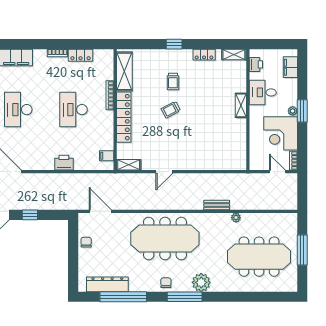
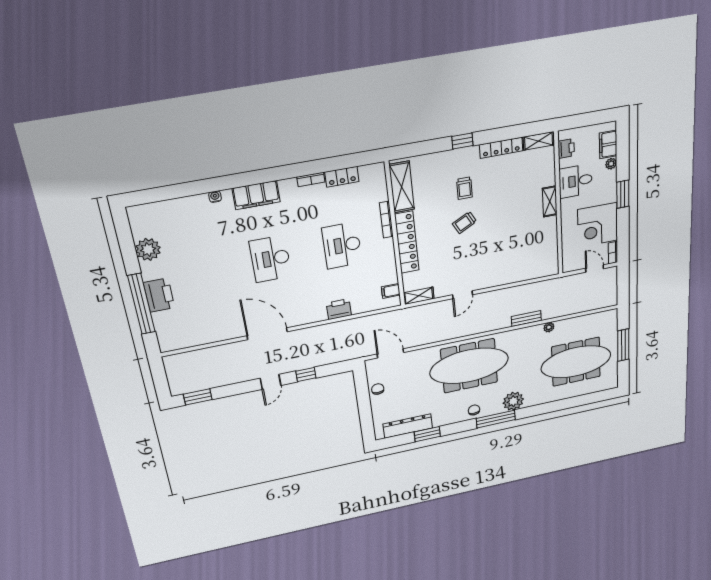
locker: (204, 55) -> (501, 148), width x1.53
plant: (293, 111) -> (611, 164), moved
window: (123, 297) -> (427, 434), width x0.47

